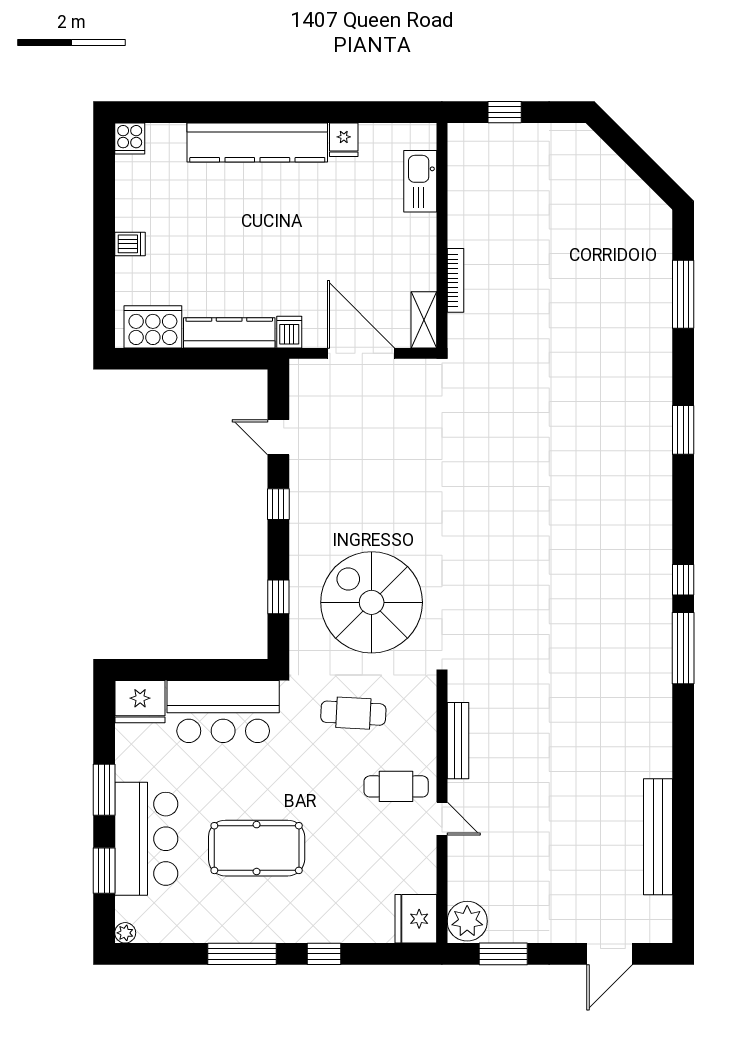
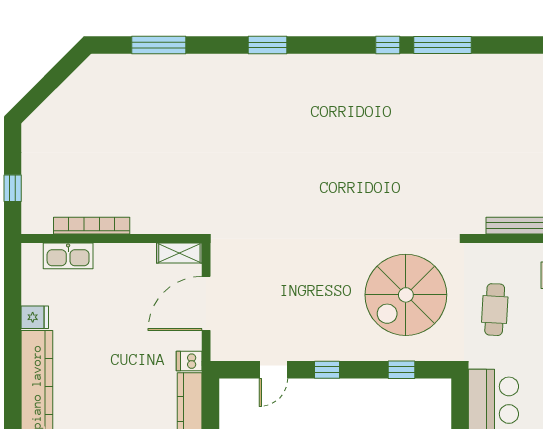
bookcase: (455, 280) -> (92, 226), moved, width x1.48, depth x1.31

